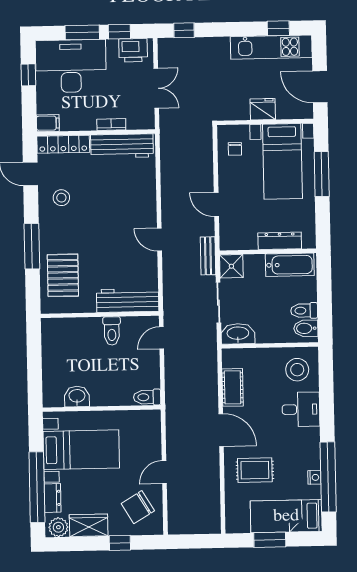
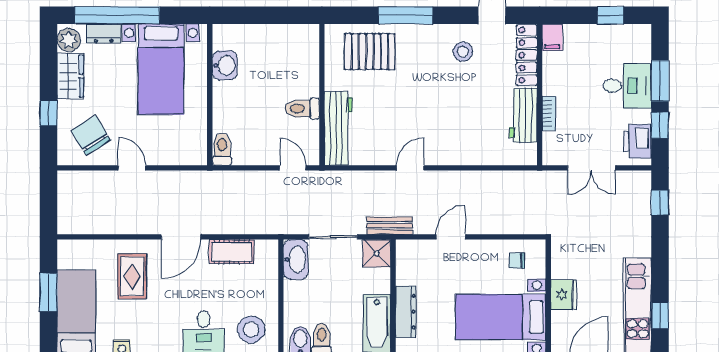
desk: (71, 66) -> (627, 86), width x0.53, depth x0.77
workbench: (122, 146) -> (523, 115), width x0.73

